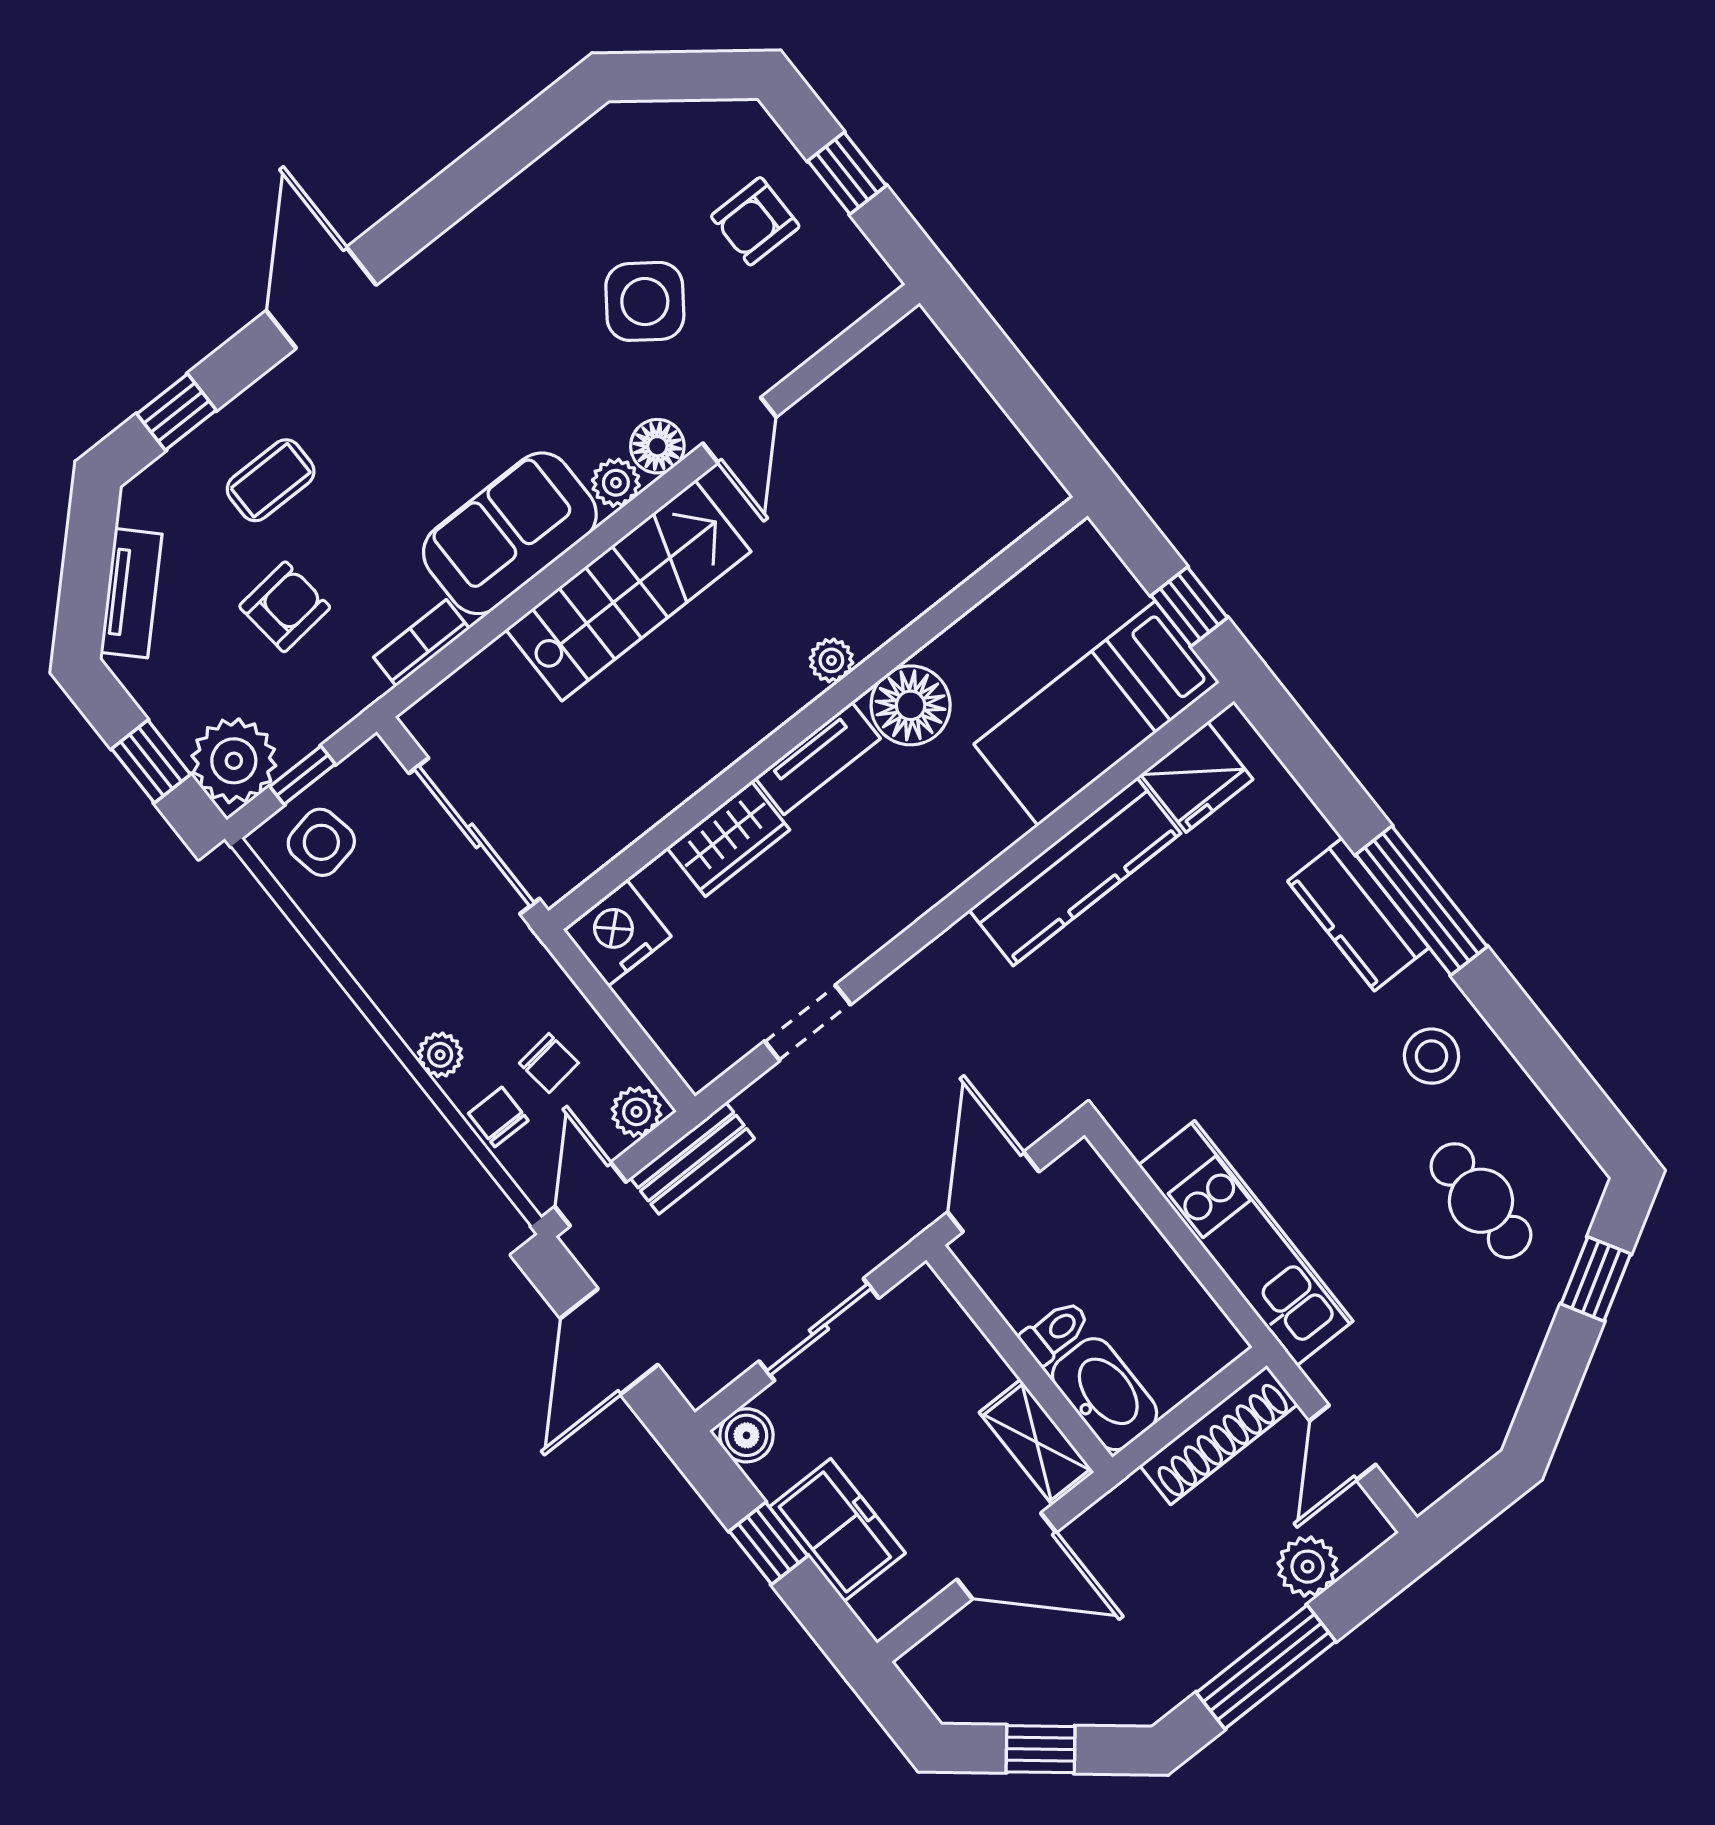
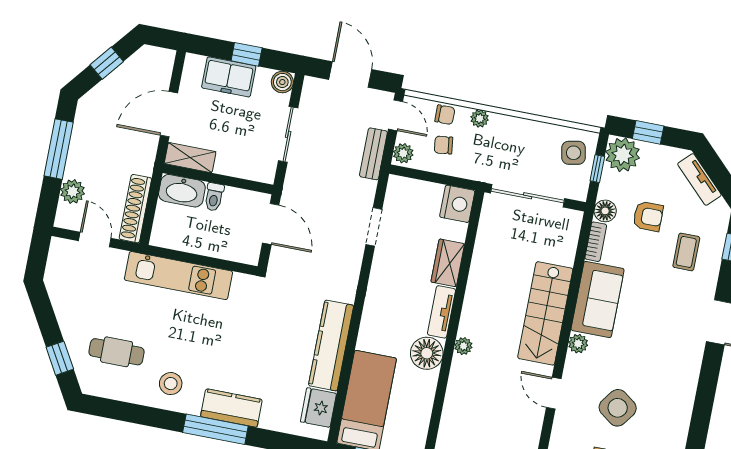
floor lamp: (657, 446) -> (605, 211), moved
armchair: (285, 607) -> (648, 216), turned -84

